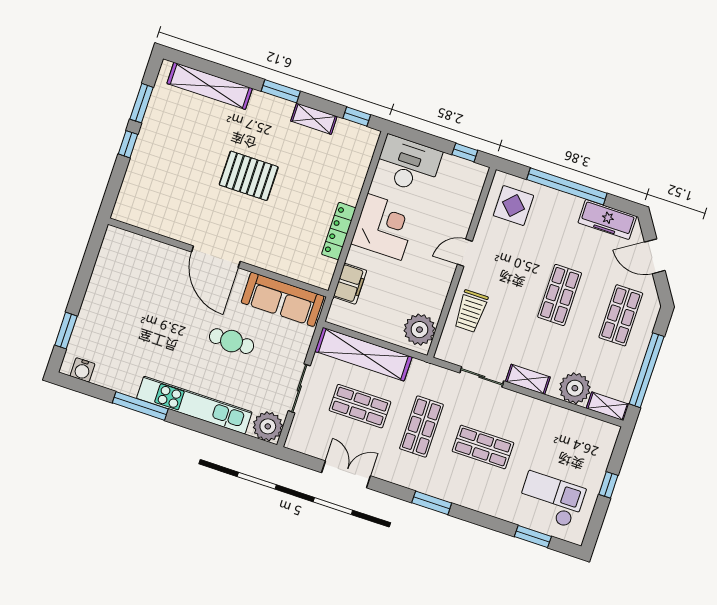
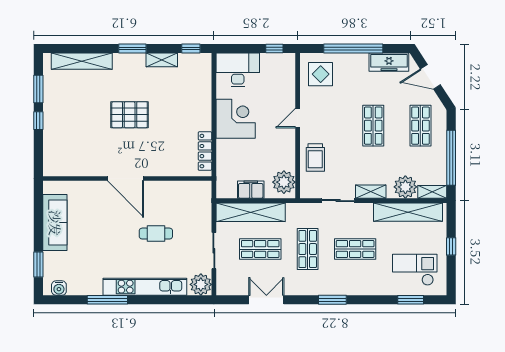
locker: (339, 231) -> (205, 151), moved
filing cabinet: (350, 284) -> (251, 190), moved, turned -90
sofa: (283, 299) -> (55, 223), moved, turned -90
shelving: (567, 422) -> (408, 212), added

